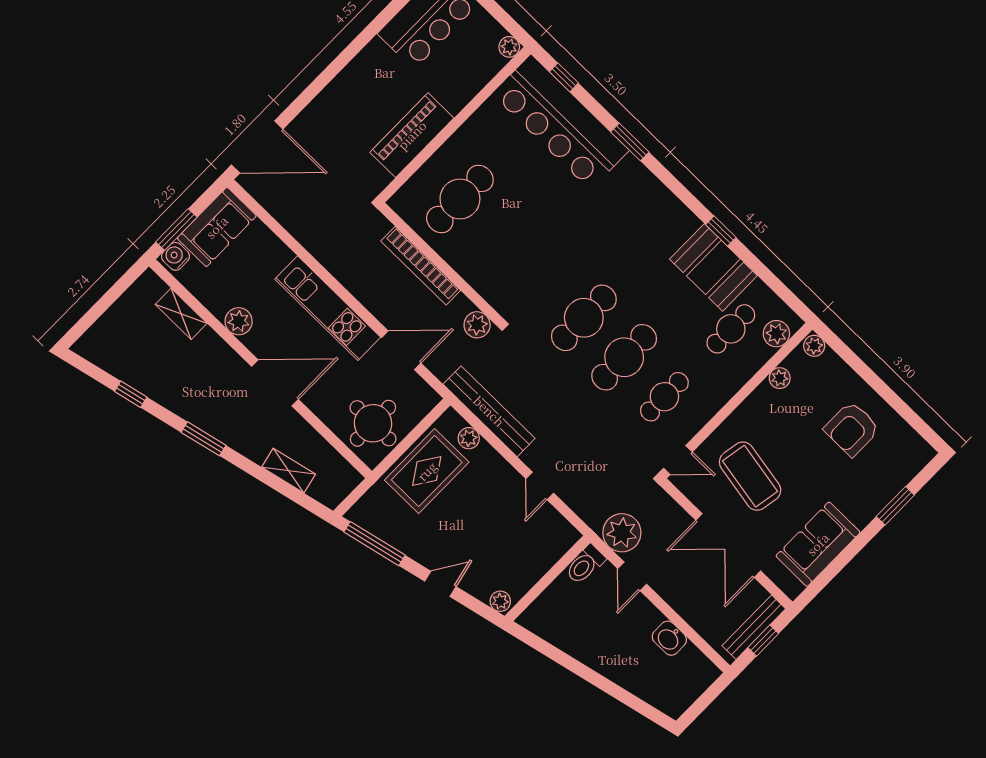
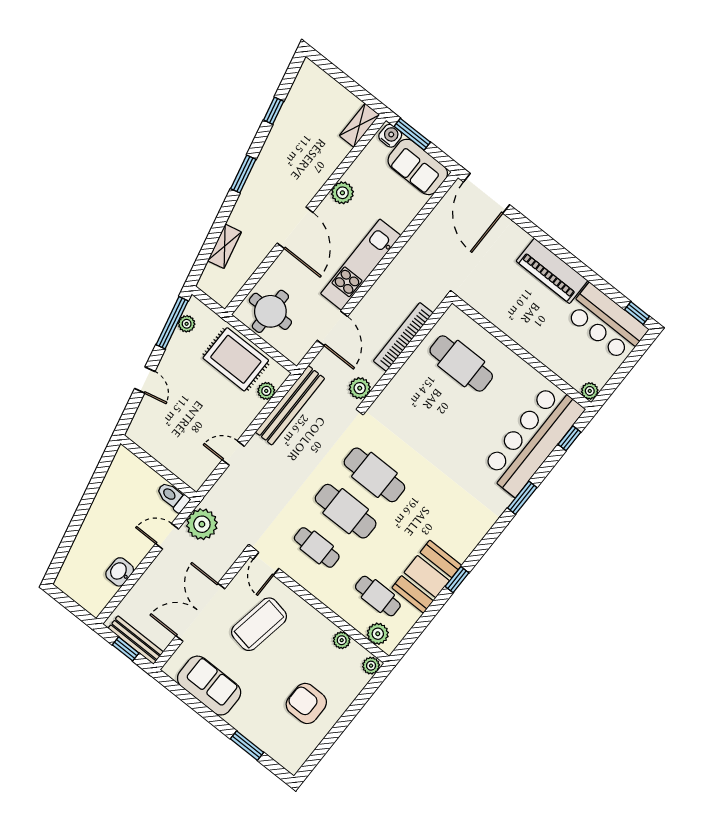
piano: (412, 135) -> (552, 271), moved, turned 180
shelving: (181, 314) -> (359, 125), moved
plant: (500, 601) -> (187, 324), moved

